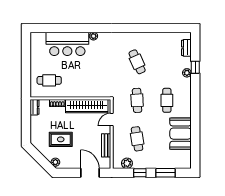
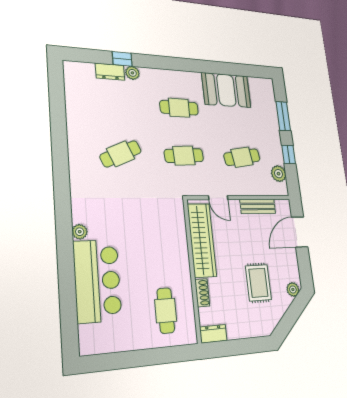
dresser: (186, 48) -> (110, 72), moved

